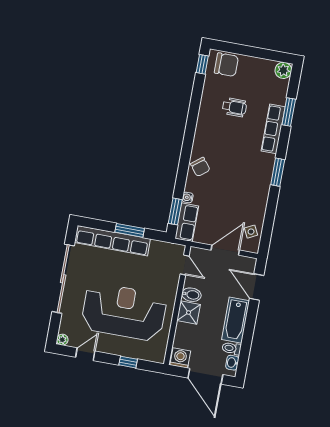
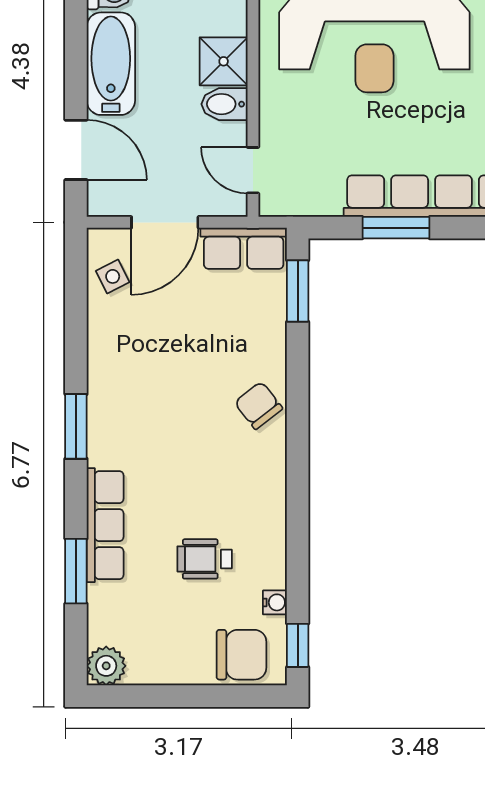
chair: (226, 65) -> (241, 655), turned 180
water cooler: (188, 197) -> (275, 602), moved
row of seats: (187, 222) -> (244, 248), moved, turned -90

